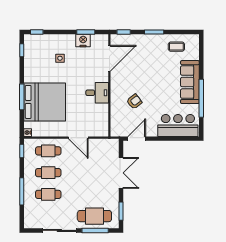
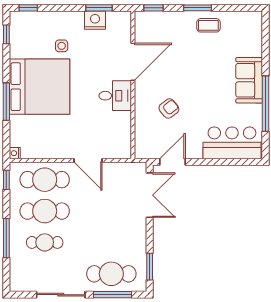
coffee table: (176, 47) -> (208, 25), moved
door: (109, 58) -> (133, 62), moved
sofa: (190, 82) -> (249, 80), width x0.73
bed: (45, 102) -> (39, 87), moved
cafe table: (48, 151) -> (45, 180), width x1.37, depth x1.35
cafe table: (48, 173) -> (45, 211), width x1.37, depth x1.35
double door: (121, 173) -> (150, 195), moved

